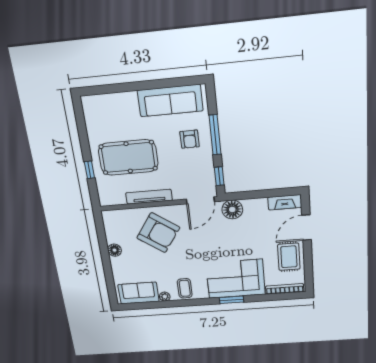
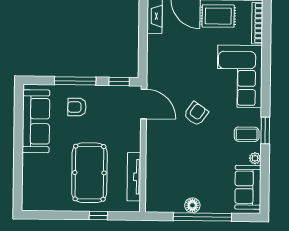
armchair: (190, 139) -> (77, 107), turned 180
tv unit: (149, 197) -> (134, 177), moved
floor lamp: (232, 210) -> (157, 72), removed
armchair: (158, 233) -> (196, 114), moved, width x0.53, depth x0.53
window: (106, 259) -> (202, 217), added
window: (232, 300) -> (265, 130), moved

